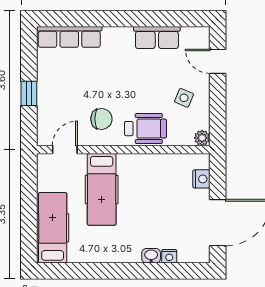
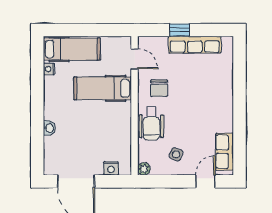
row of seats: (69, 37) -> (195, 45), moved, turned -90
row of seats: (157, 38) -> (224, 152), moved
nightstand: (169, 256) -> (49, 69), moved

